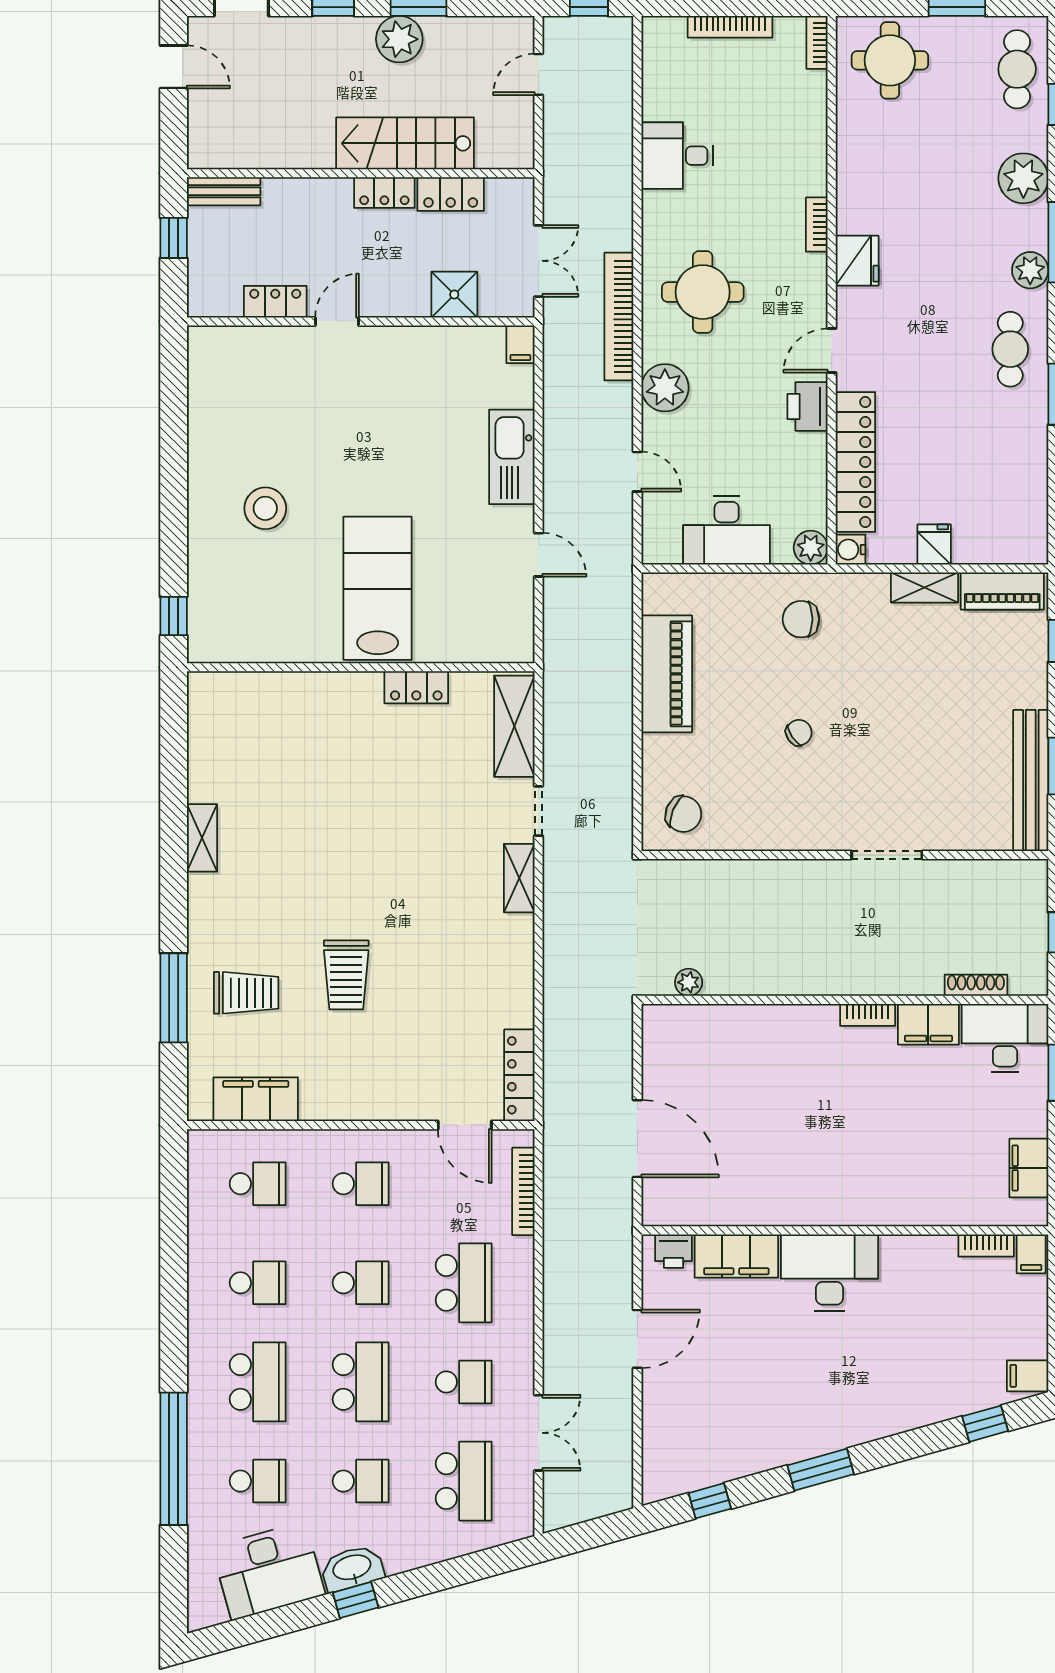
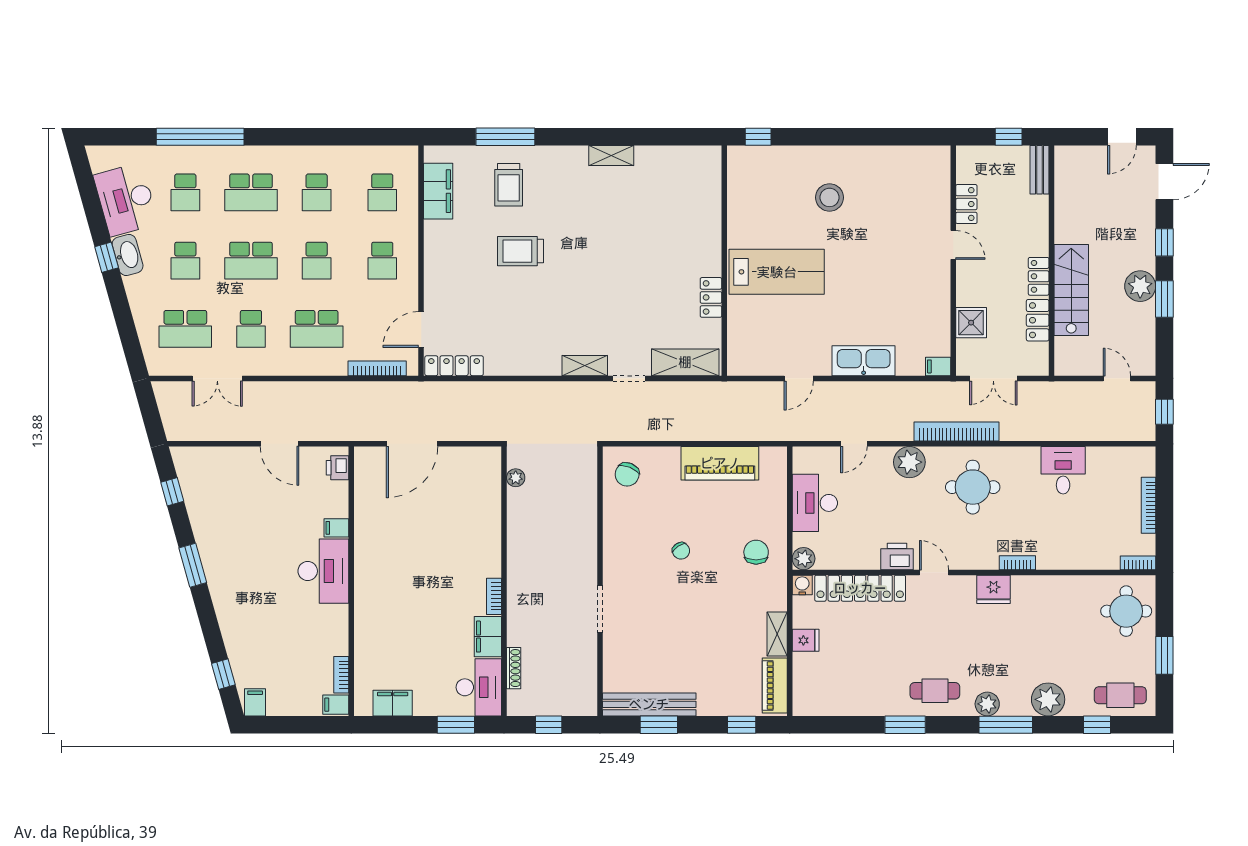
filing cabinet: (736, 1256) -> (336, 528), width x0.33, depth x0.86

